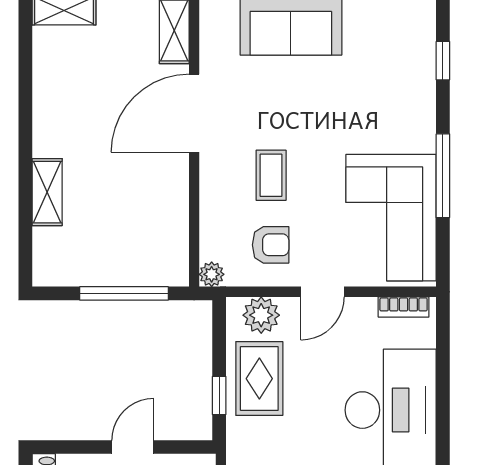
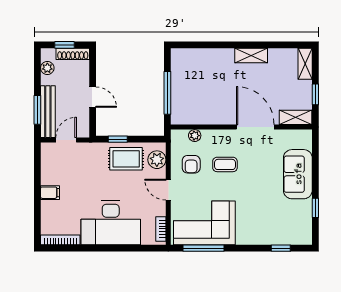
window: (443, 176) -> (204, 248), moved
shelving: (47, 192) -> (251, 56), moved
plant: (212, 274) -> (195, 136), moved

